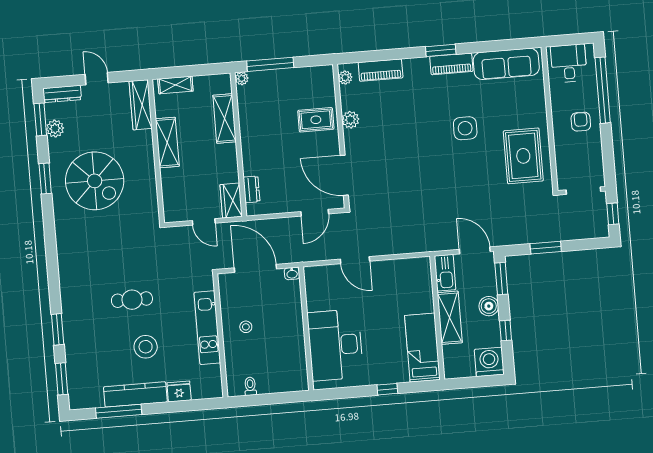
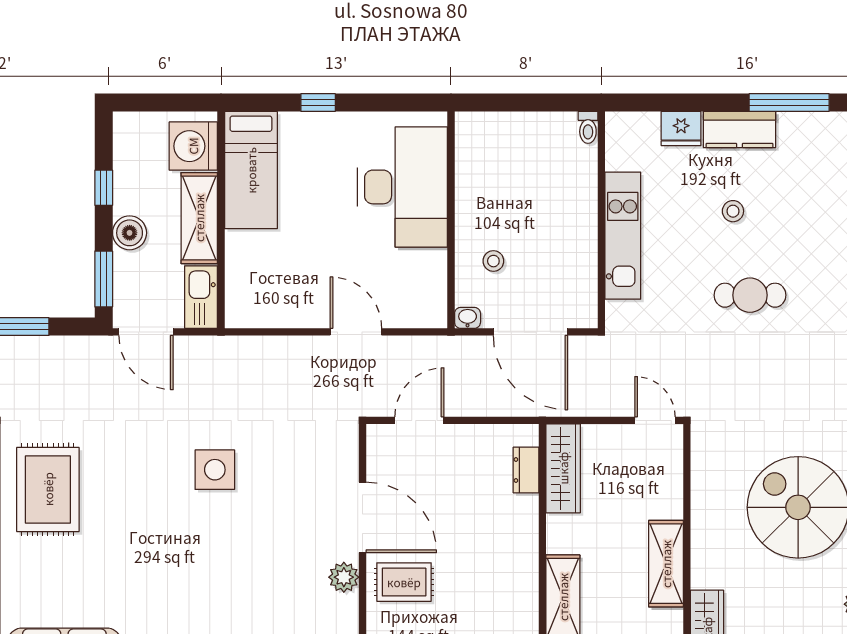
side table: (465, 128) -> (215, 470), moved
door: (344, 175) -> (363, 517), moved
wardrobe: (231, 201) -> (563, 468), width x1.50
door: (204, 222) -> (655, 420), moved
stool: (246, 327) -> (493, 261), moved
stool: (146, 347) -> (733, 211), width x0.53, depth x0.53
washing machine: (489, 362) -> (193, 146), moved, turned 90
toilet: (250, 386) -> (588, 127), moved
kitchen counter: (135, 394) -> (740, 129), width x0.67

